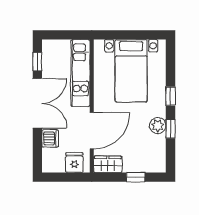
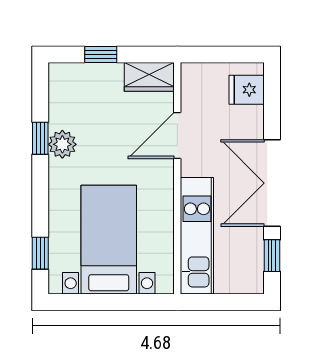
window: (170, 96) -> (40, 253), moved
door: (92, 131) -> (177, 135), width x0.73
dishwasher: (50, 138) -> (250, 122), removed
fridge: (74, 163) -> (247, 90), moved, turned 90

